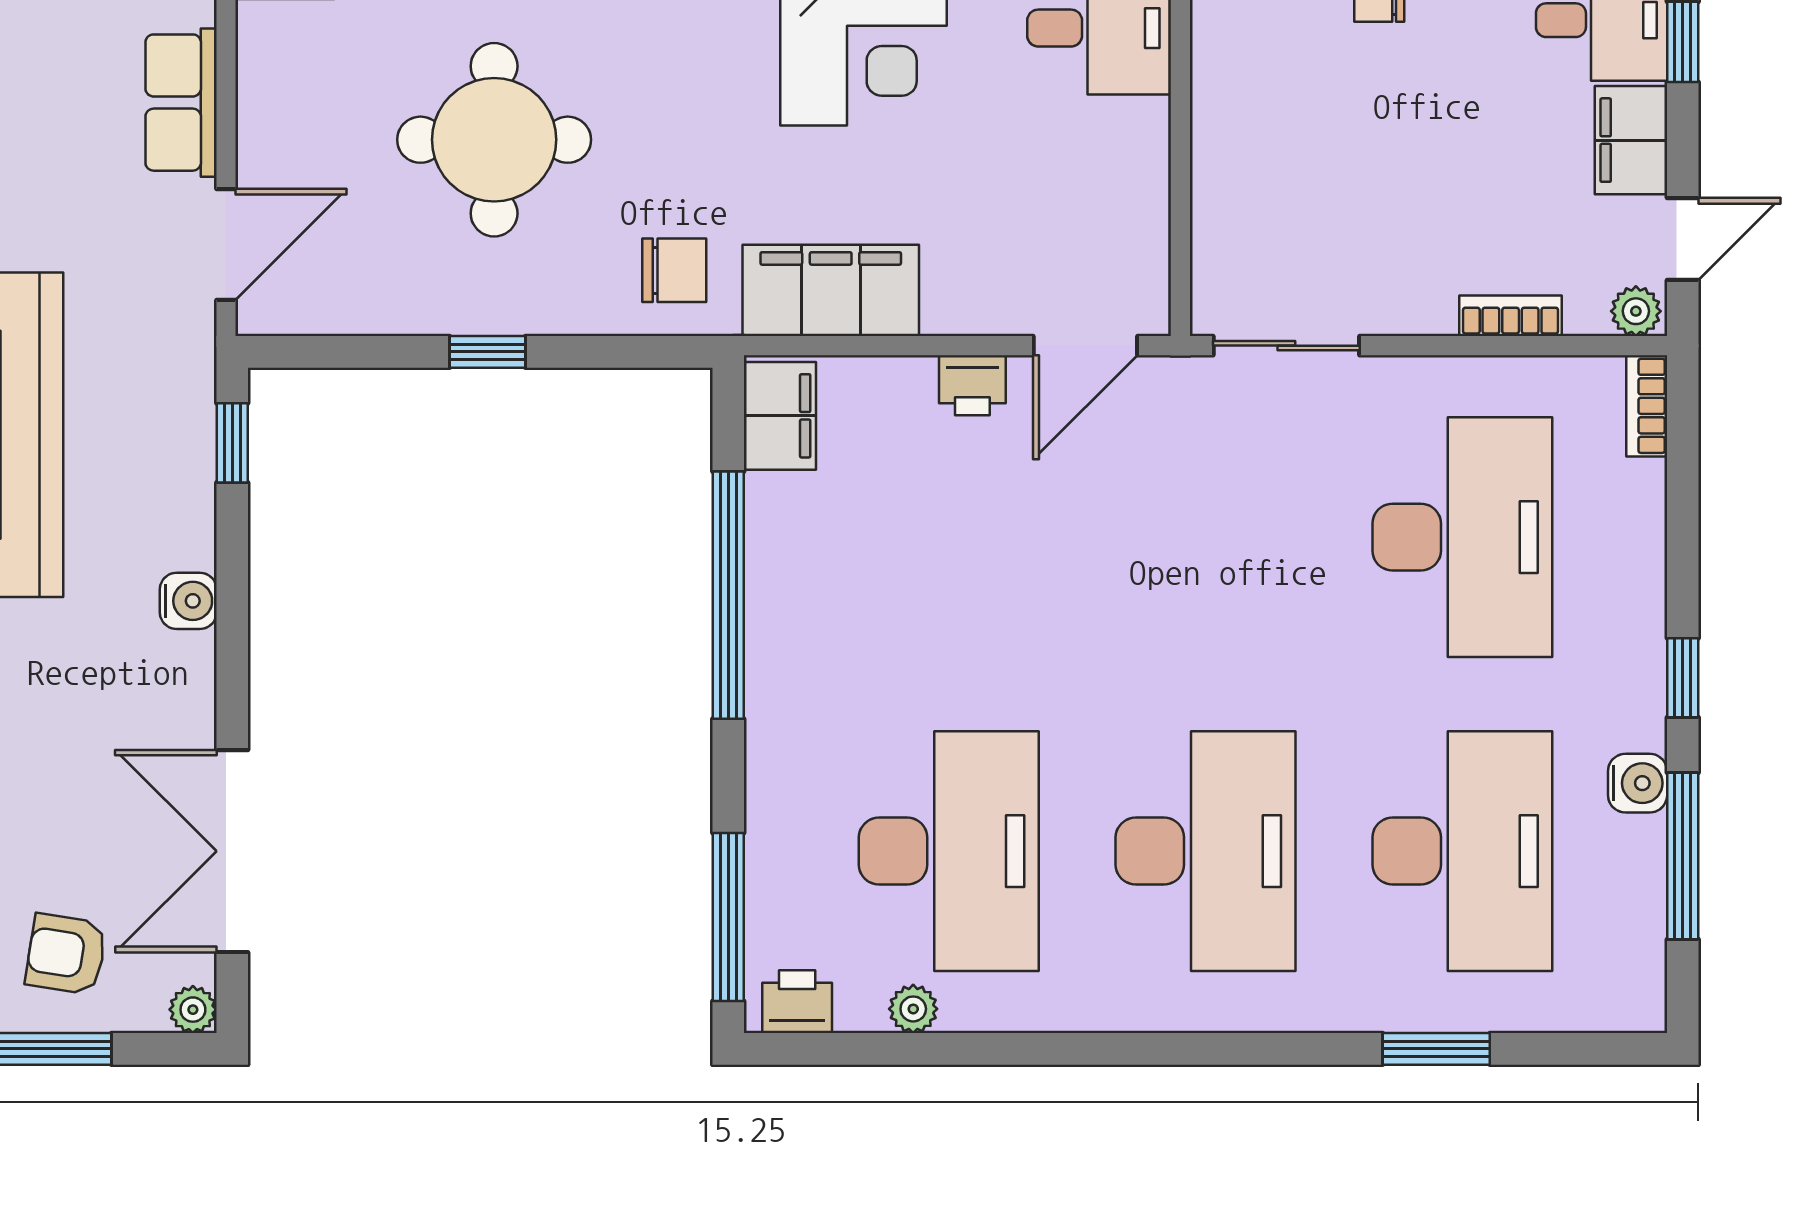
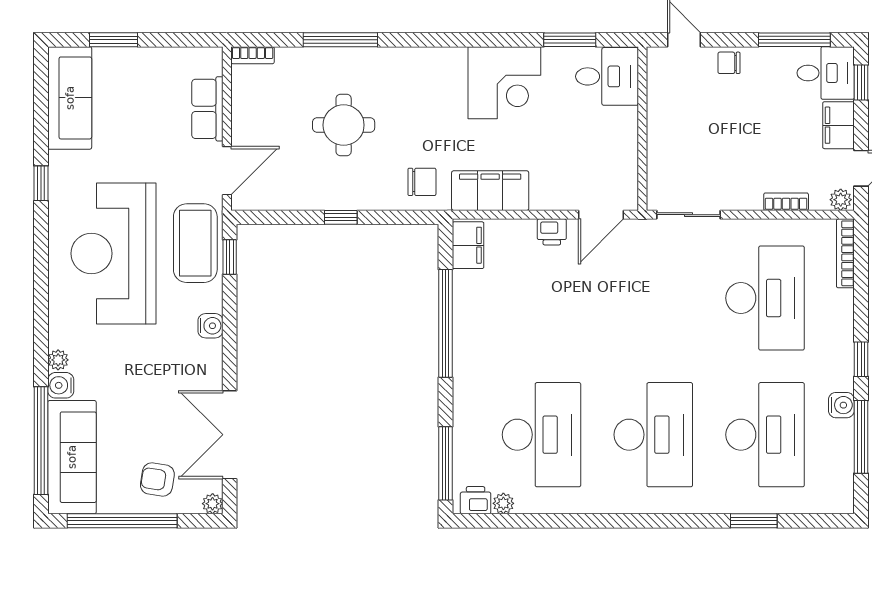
round table: (494, 140) -> (344, 125), width x0.73, depth x0.73
bookcase: (1647, 406) -> (845, 253), width x1.56
coffee table: (153, 411) -> (195, 243), added
plant: (913, 1009) -> (503, 503), moved

